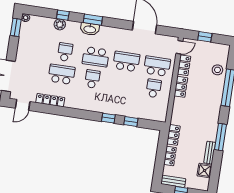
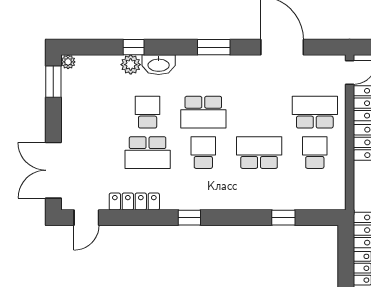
window: (93, 20) -> (214, 47), moved
washbasin: (90, 29) -> (159, 65), moved
school desk: (126, 61) -> (259, 153), moved
school desk: (62, 74) -> (148, 153), turned 180
window: (108, 118) -> (189, 218), moved

